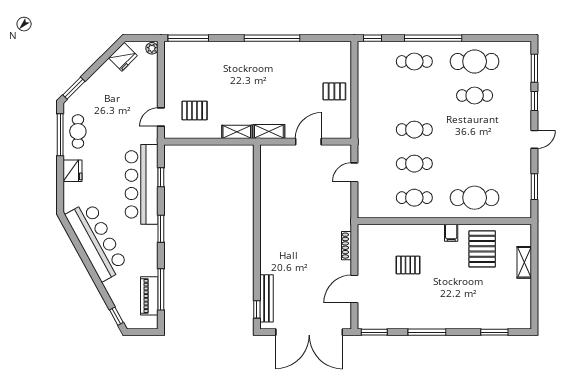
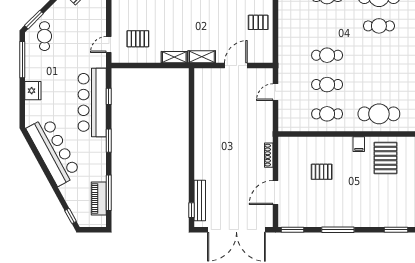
cafe table: (78, 131) -> (45, 36), moved

